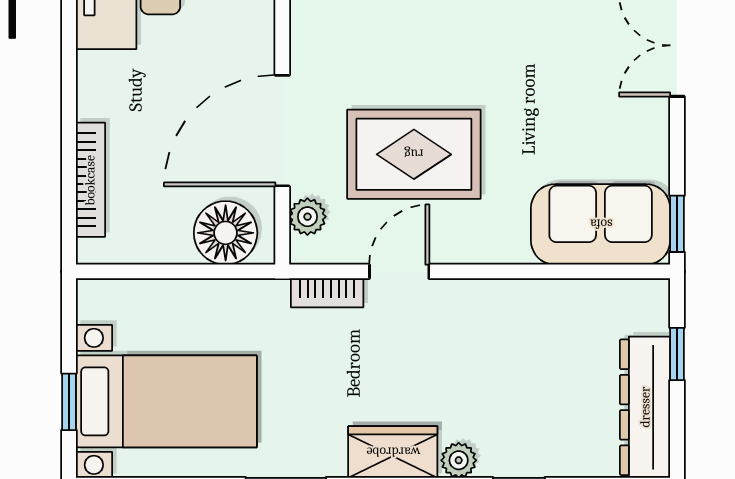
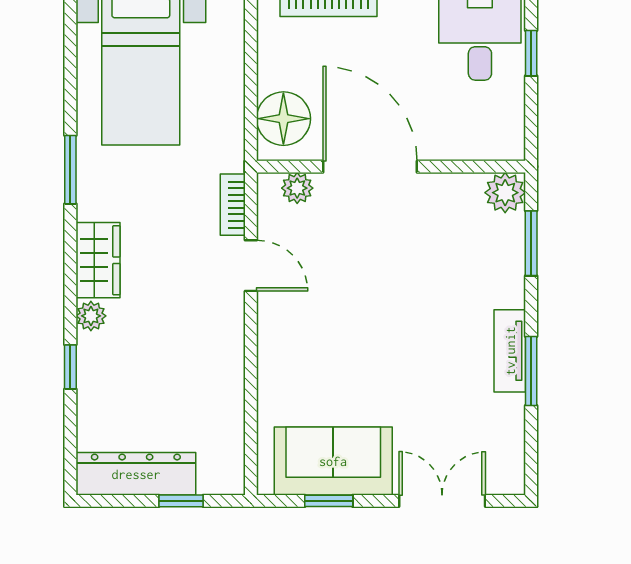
rug: (414, 154) -> (350, 278), removed
sofa: (601, 224) -> (333, 461), moved, turned -90
window: (677, 224) -> (329, 501), moved

